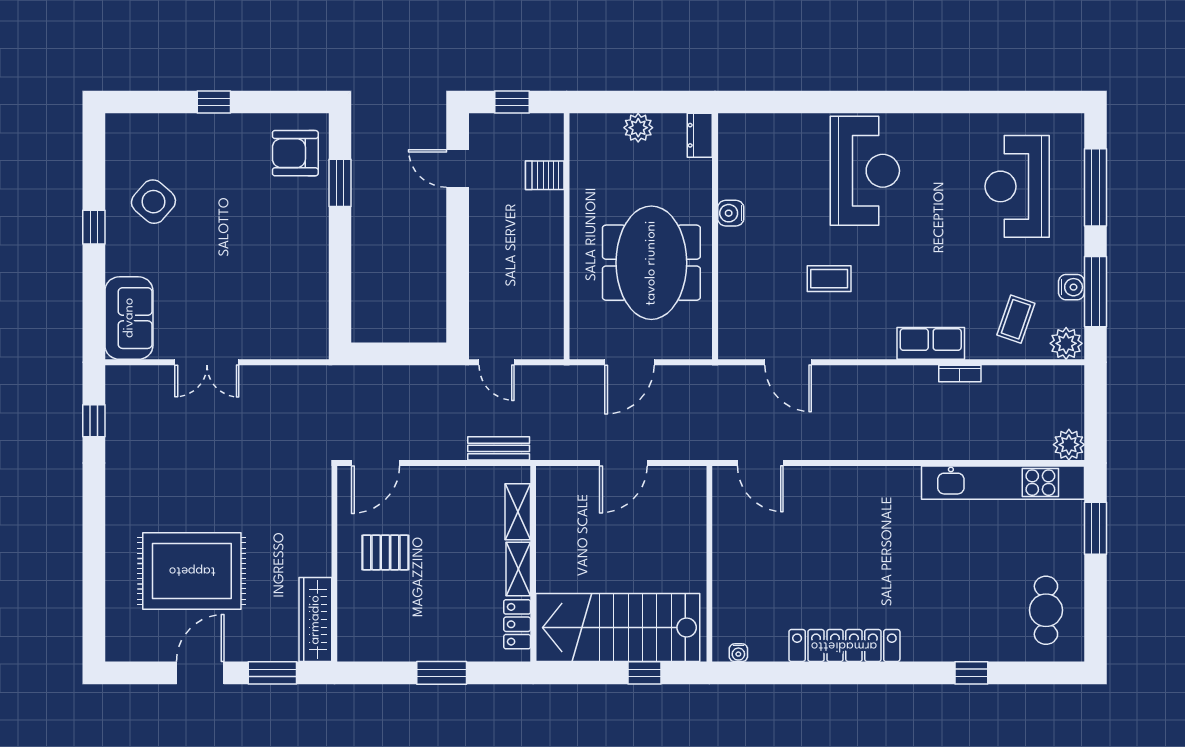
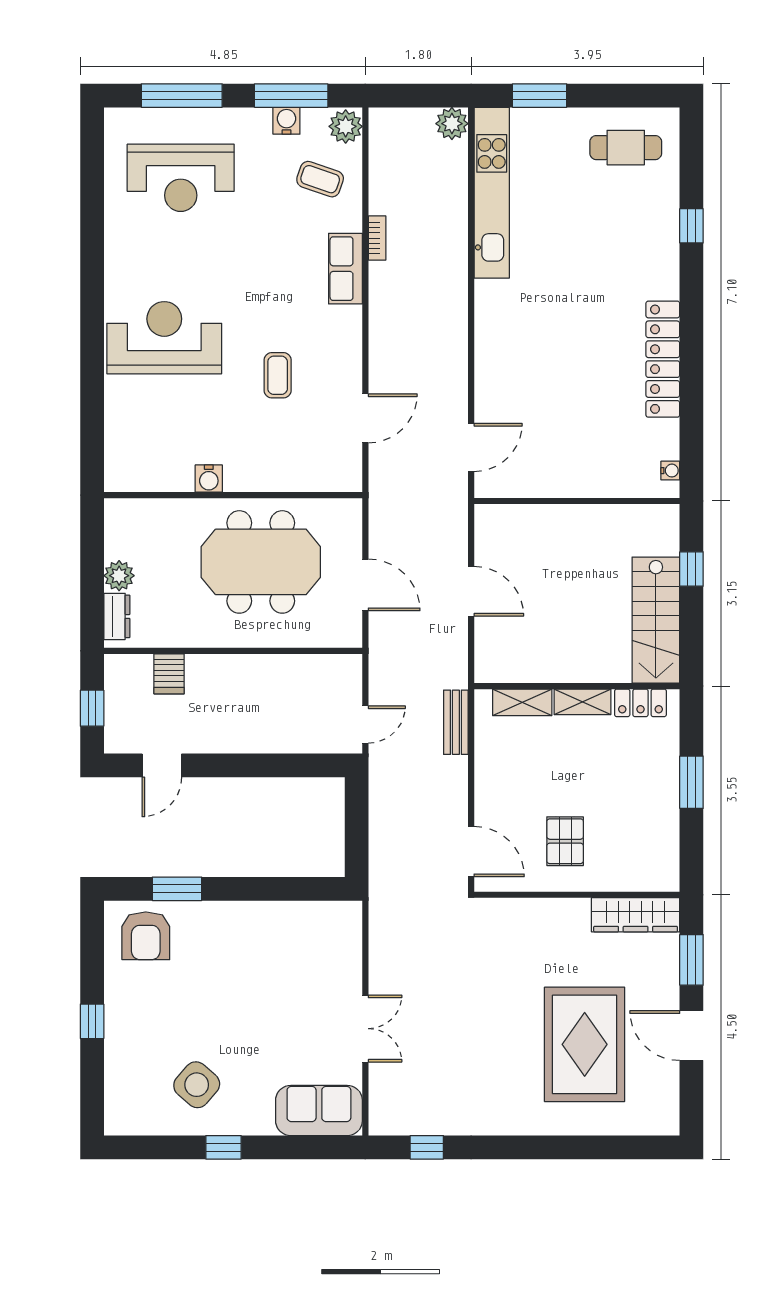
dresser: (700, 135) -> (117, 616), moved, turned -90
stairs: (618, 628) -> (656, 620), width x0.73, depth x0.66

